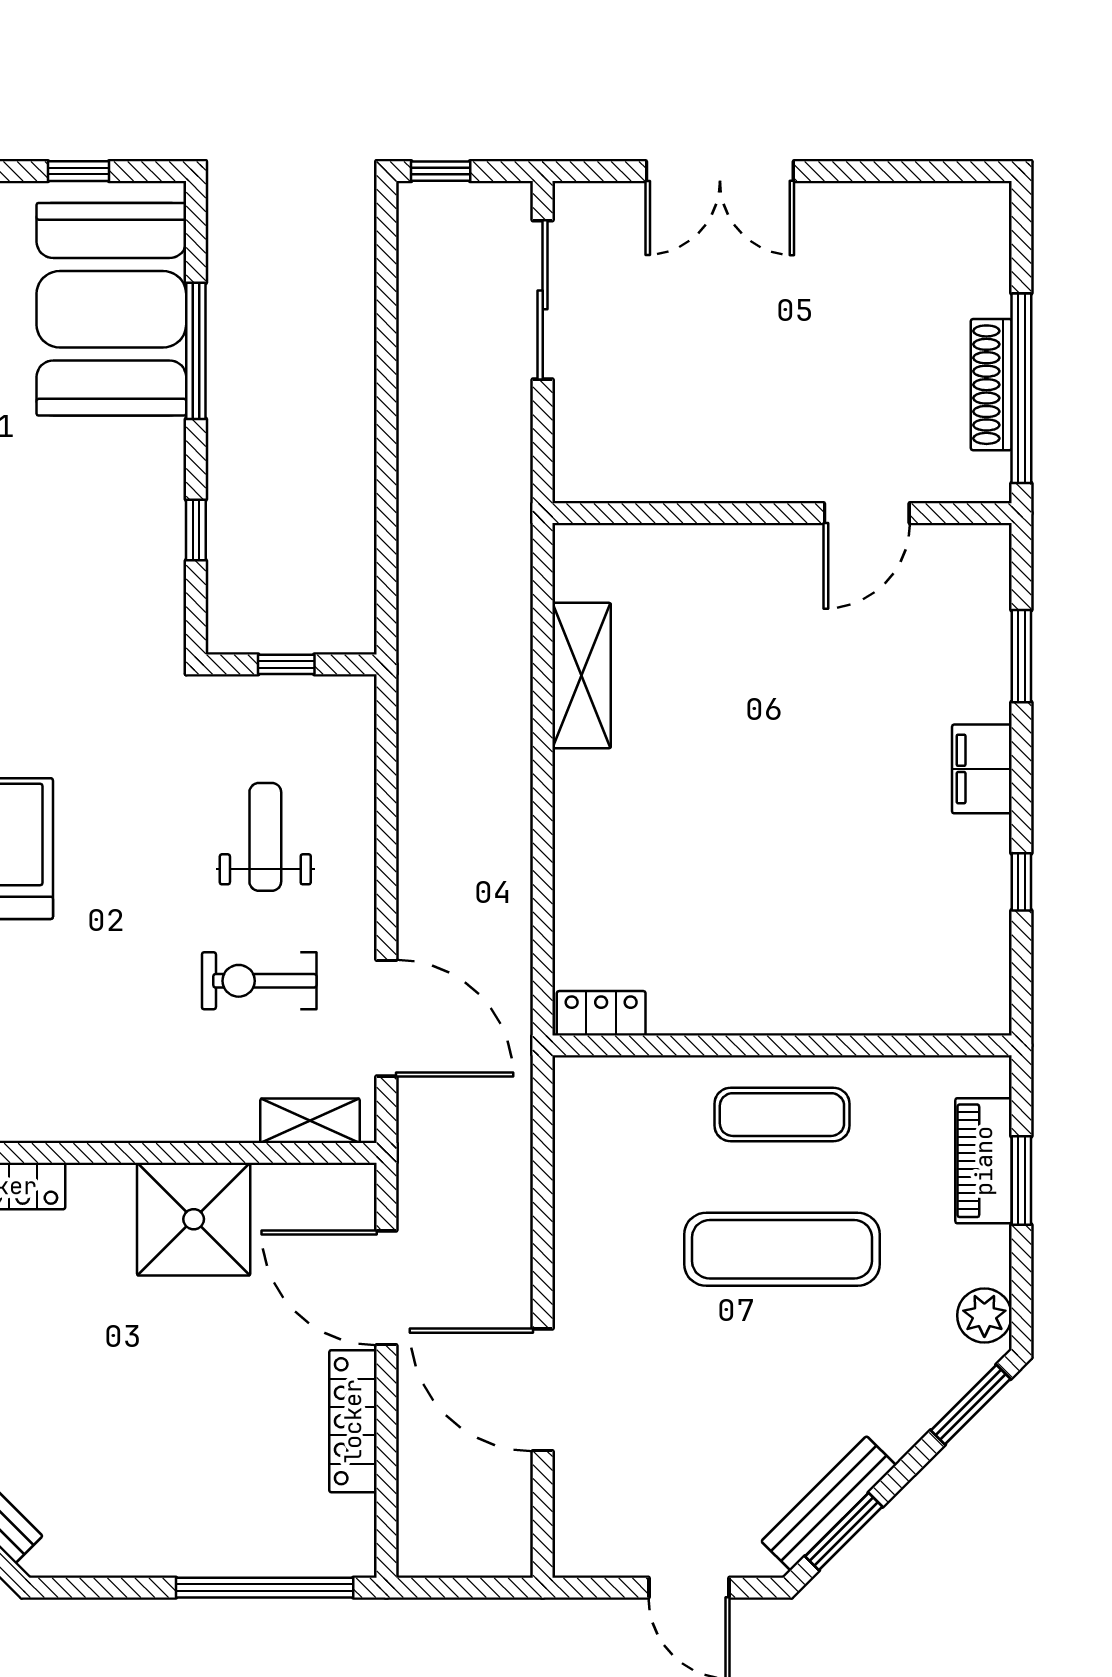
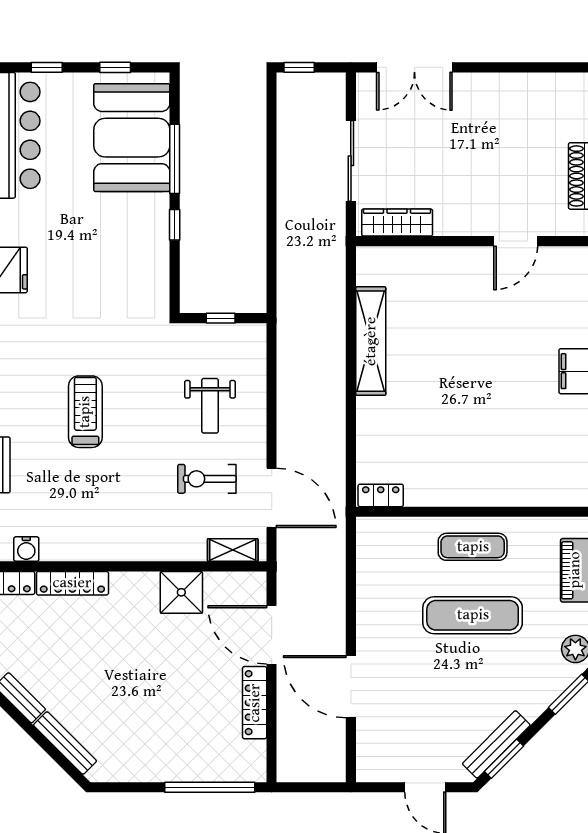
double door: (720, 171) -> (414, 67), moved
sliding door: (543, 300) -> (351, 161), moved
wardrobe: (633, 476) -> (397, 223), added
window: (196, 530) -> (175, 225), moved
shelving: (582, 676) -> (371, 341), width x1.47
weight bench: (265, 837) -> (210, 406), turned 180
shower: (194, 1219) -> (181, 592), width x0.73, depth x0.73

